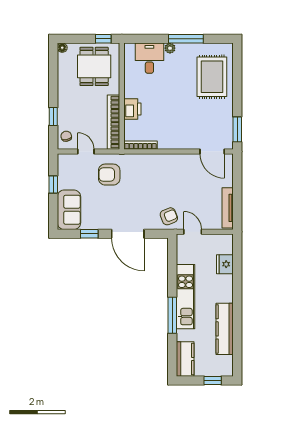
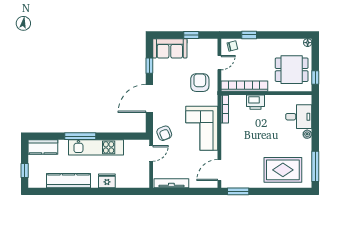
window: (186, 39) -> (315, 166), moved
corner sofa: (163, 172) -> (202, 128), added
fridge: (225, 264) -> (107, 181), moved

